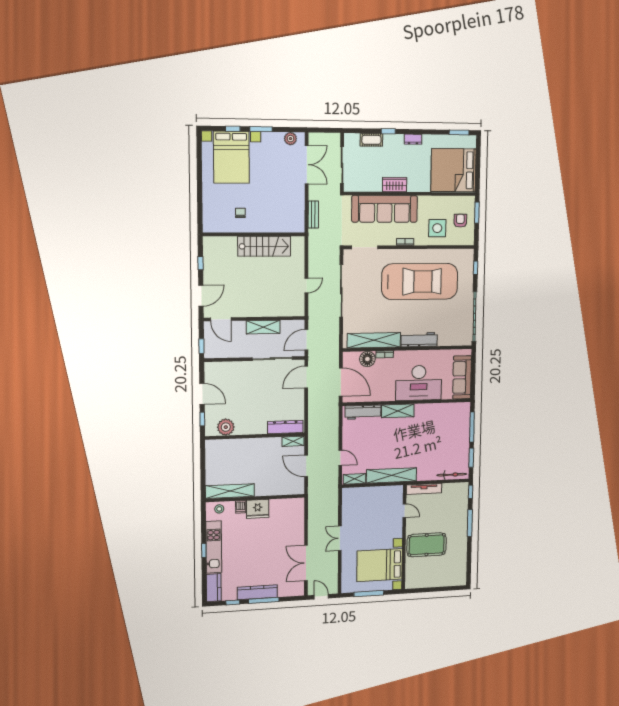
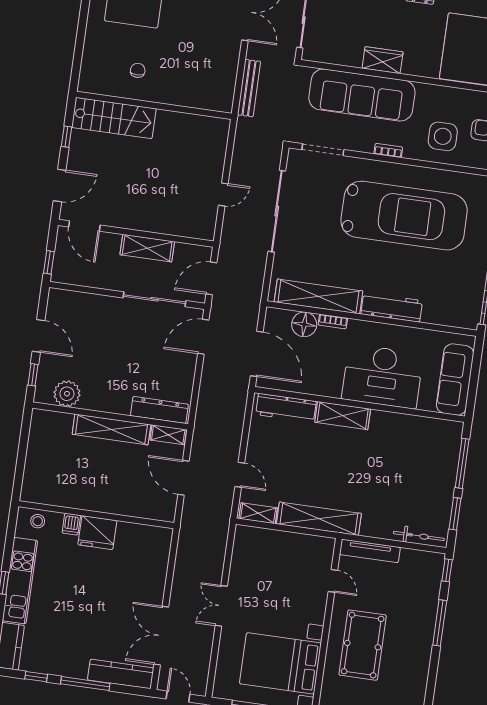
bench: (313, 214) -> (249, 88), width x1.36
stairs: (264, 246) -> (114, 118), moved
shelving: (230, 491) -> (111, 429), moved
pool table: (427, 545) -> (363, 645), turned 90
kitchen counter: (257, 592) -> (121, 674), moved

